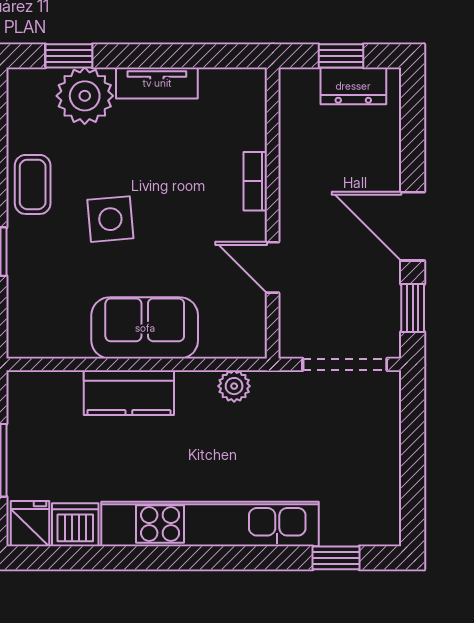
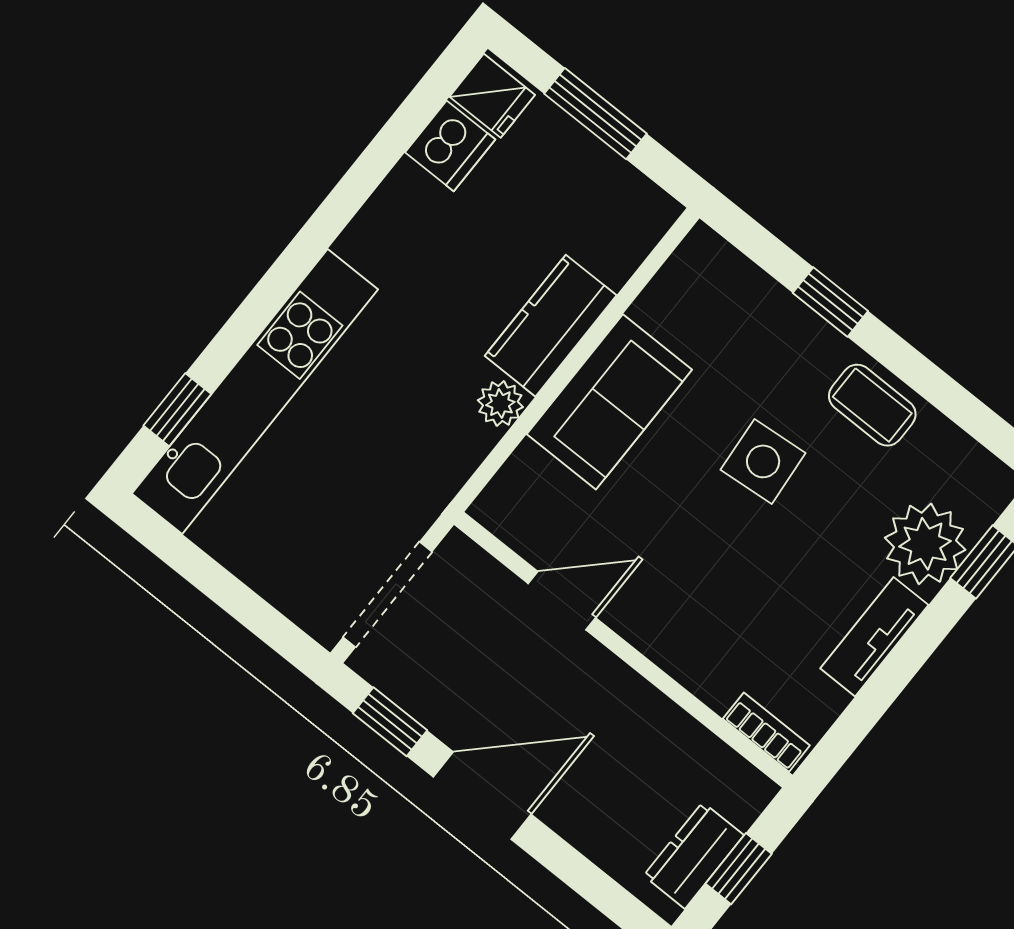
bookcase: (255, 181) -> (766, 732), moved
plant: (234, 386) -> (500, 404), moved
kitchen unit: (210, 524) -> (255, 391), moved

